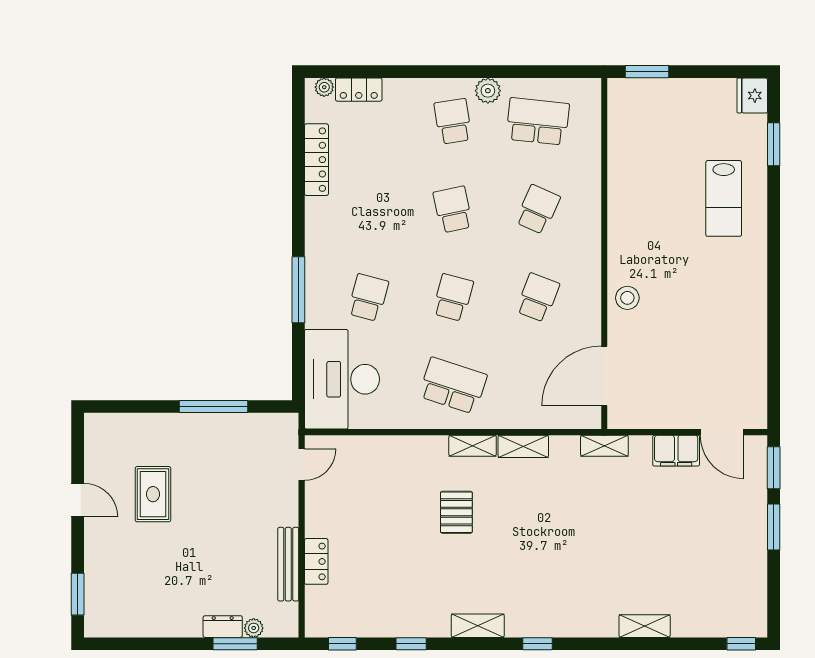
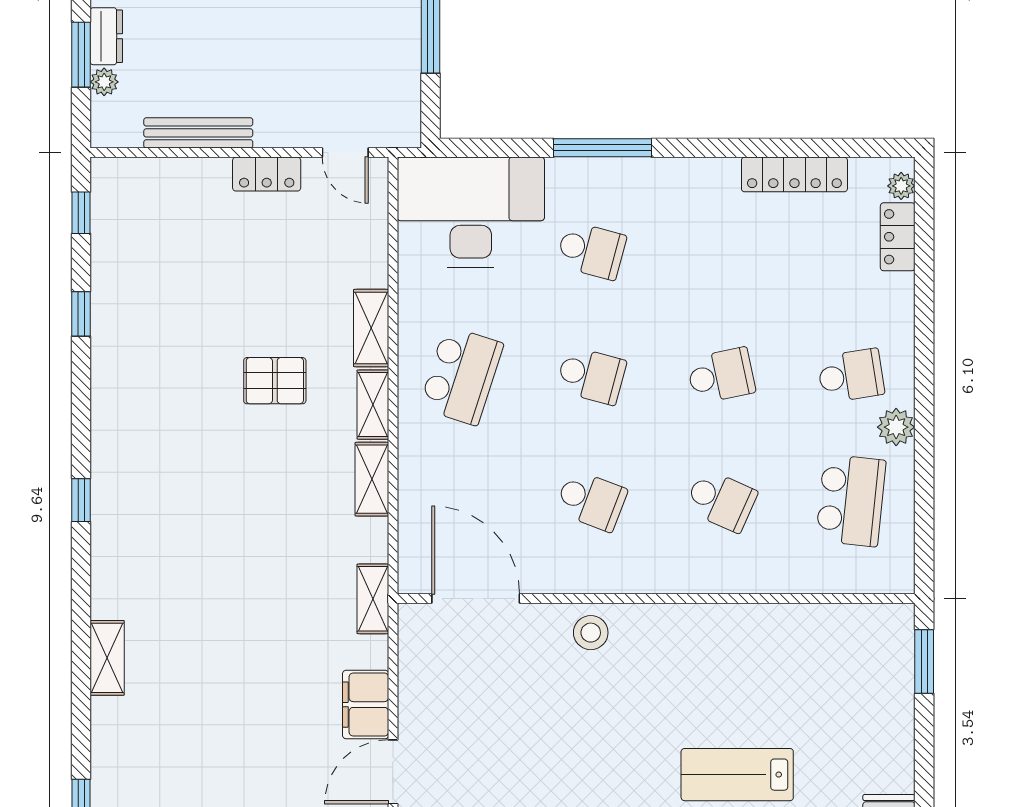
locker: (316, 561) -> (267, 174), moved
shelving: (478, 626) -> (371, 328), moved

